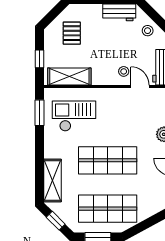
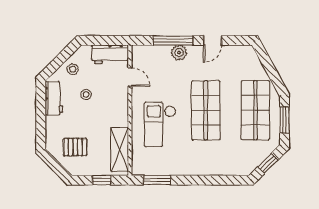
stool: (124, 71) -> (86, 95), moved
door: (140, 86) -> (130, 77), swing flipped
checkout: (74, 116) -> (160, 124), moved
shelving: (52, 181) -> (227, 167), removed

